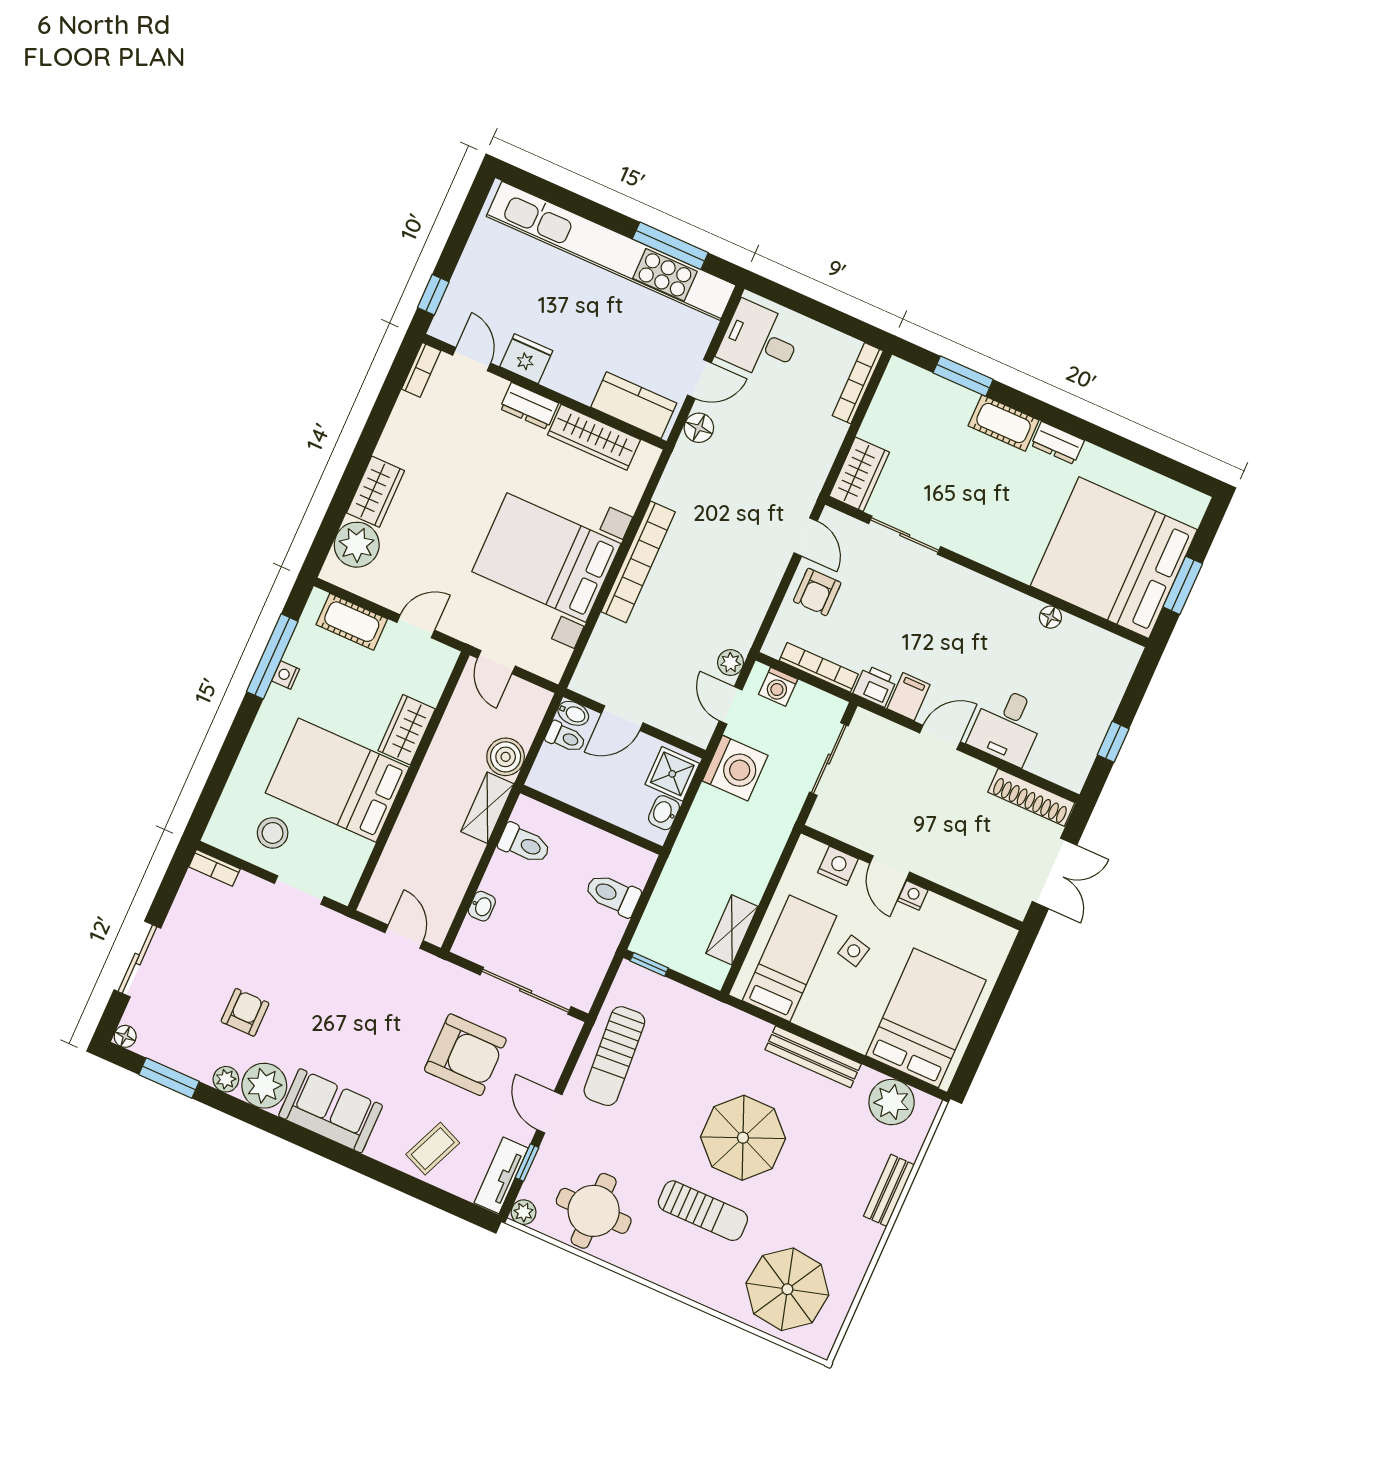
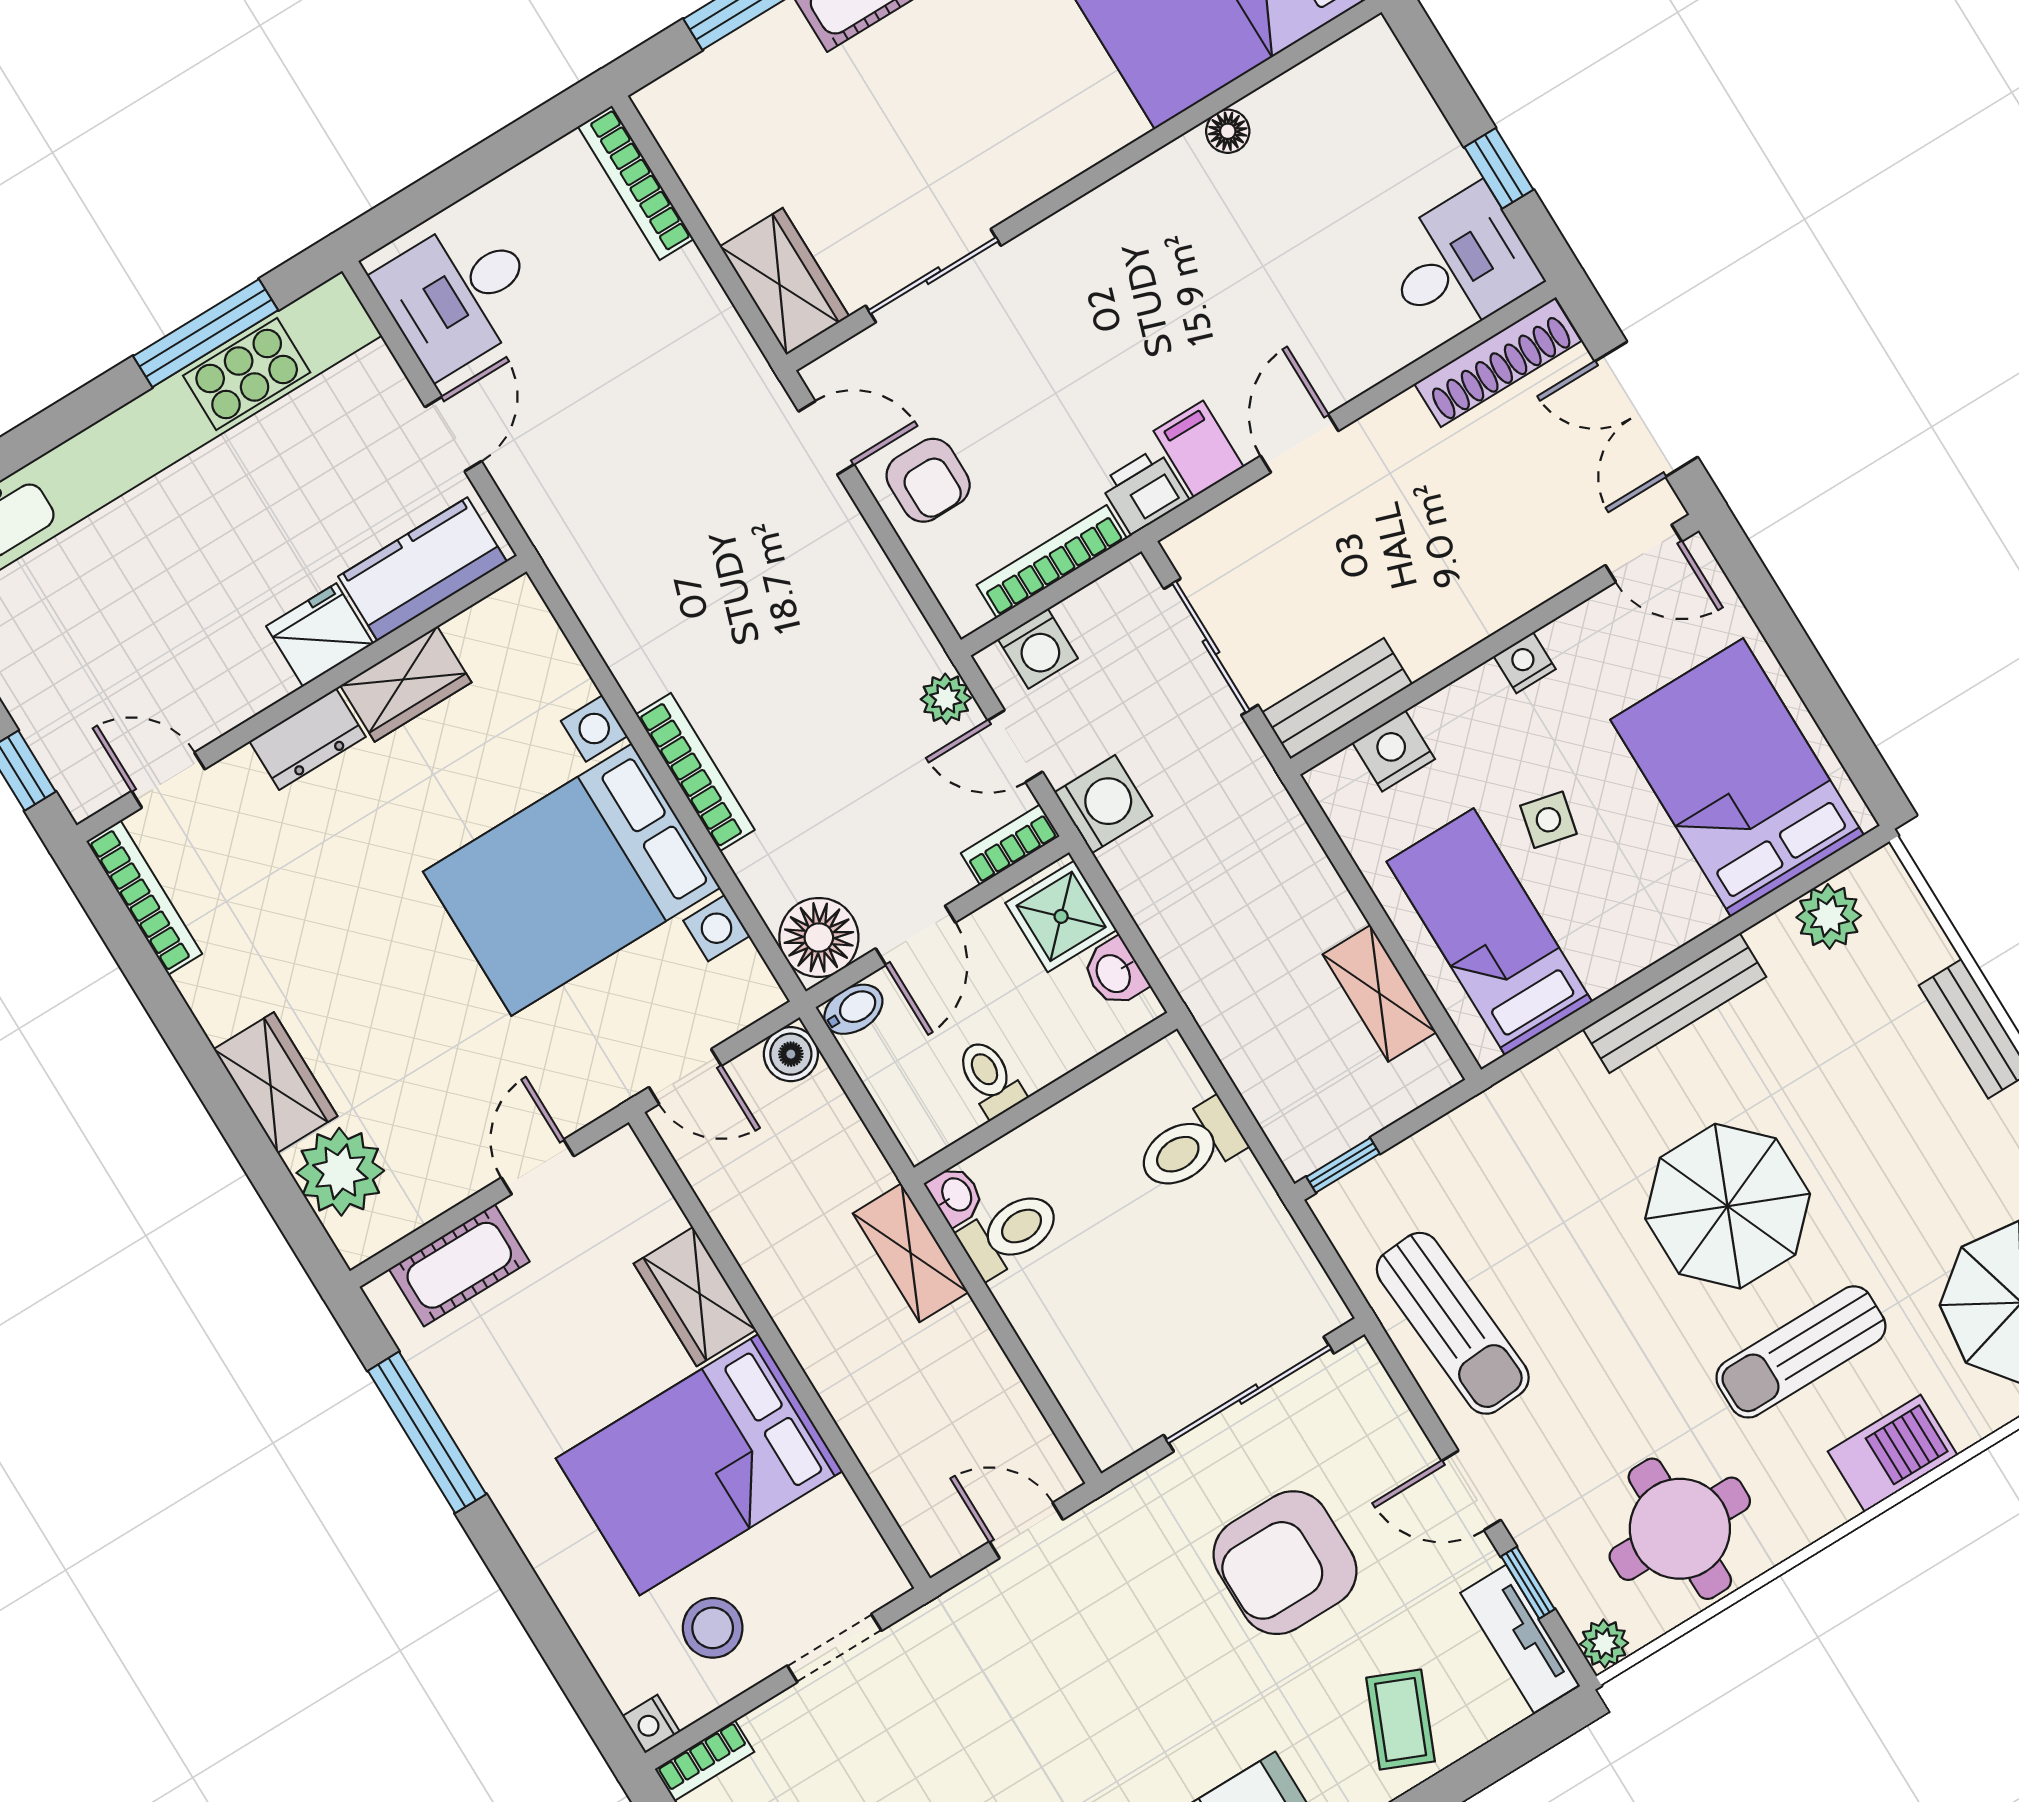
fridge: (526, 359) -> (320, 635), moved
bookcase: (421, 370) -> (144, 898), width x1.56
floor lamp: (699, 428) -> (819, 937), moved, width x1.38, depth x1.38
wardrobe: (594, 437) -> (406, 684), width x0.67
bookcase: (638, 562) -> (695, 772), width x0.68, depth x0.76
nightstand: (286, 675) -> (651, 1724), moved
desk: (1007, 726) -> (1459, 264), moved, turned -90
bookcase: (688, 732) -> (1010, 845), added
toilet: (566, 737) -> (990, 1078), moved, turned -90
boiler: (506, 757) -> (791, 1054), moved, width x0.73, depth x0.73
washing machine: (735, 768) -> (1103, 804), width x0.73, depth x0.73
bench: (844, 827) -> (1337, 698), added
door: (890, 868) -> (1644, 553), moved
double door: (1055, 873) -> (1646, 409), swing flipped
washbasin: (482, 906) -> (956, 1195), moved
armchair: (465, 1055) -> (1285, 1563), turned 180
plant: (892, 1102) -> (1829, 916), width x0.73, depth x0.73
sun lounger: (703, 1211) -> (1801, 1352), turned 180
barbecue: (687, 1279) -> (1893, 1453), added

